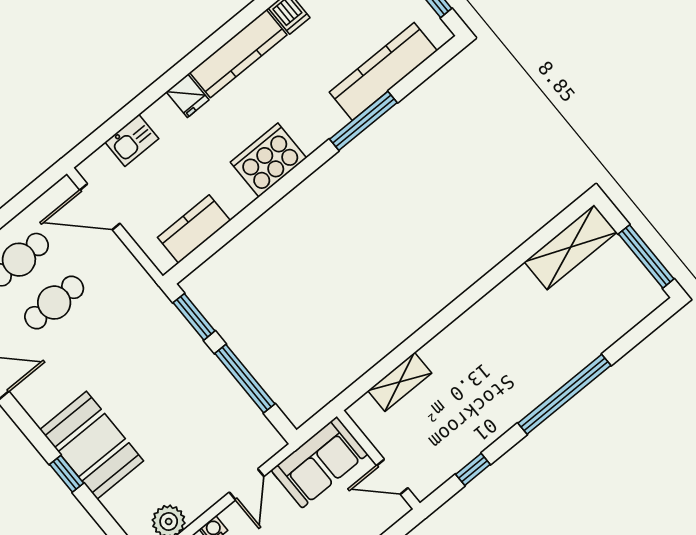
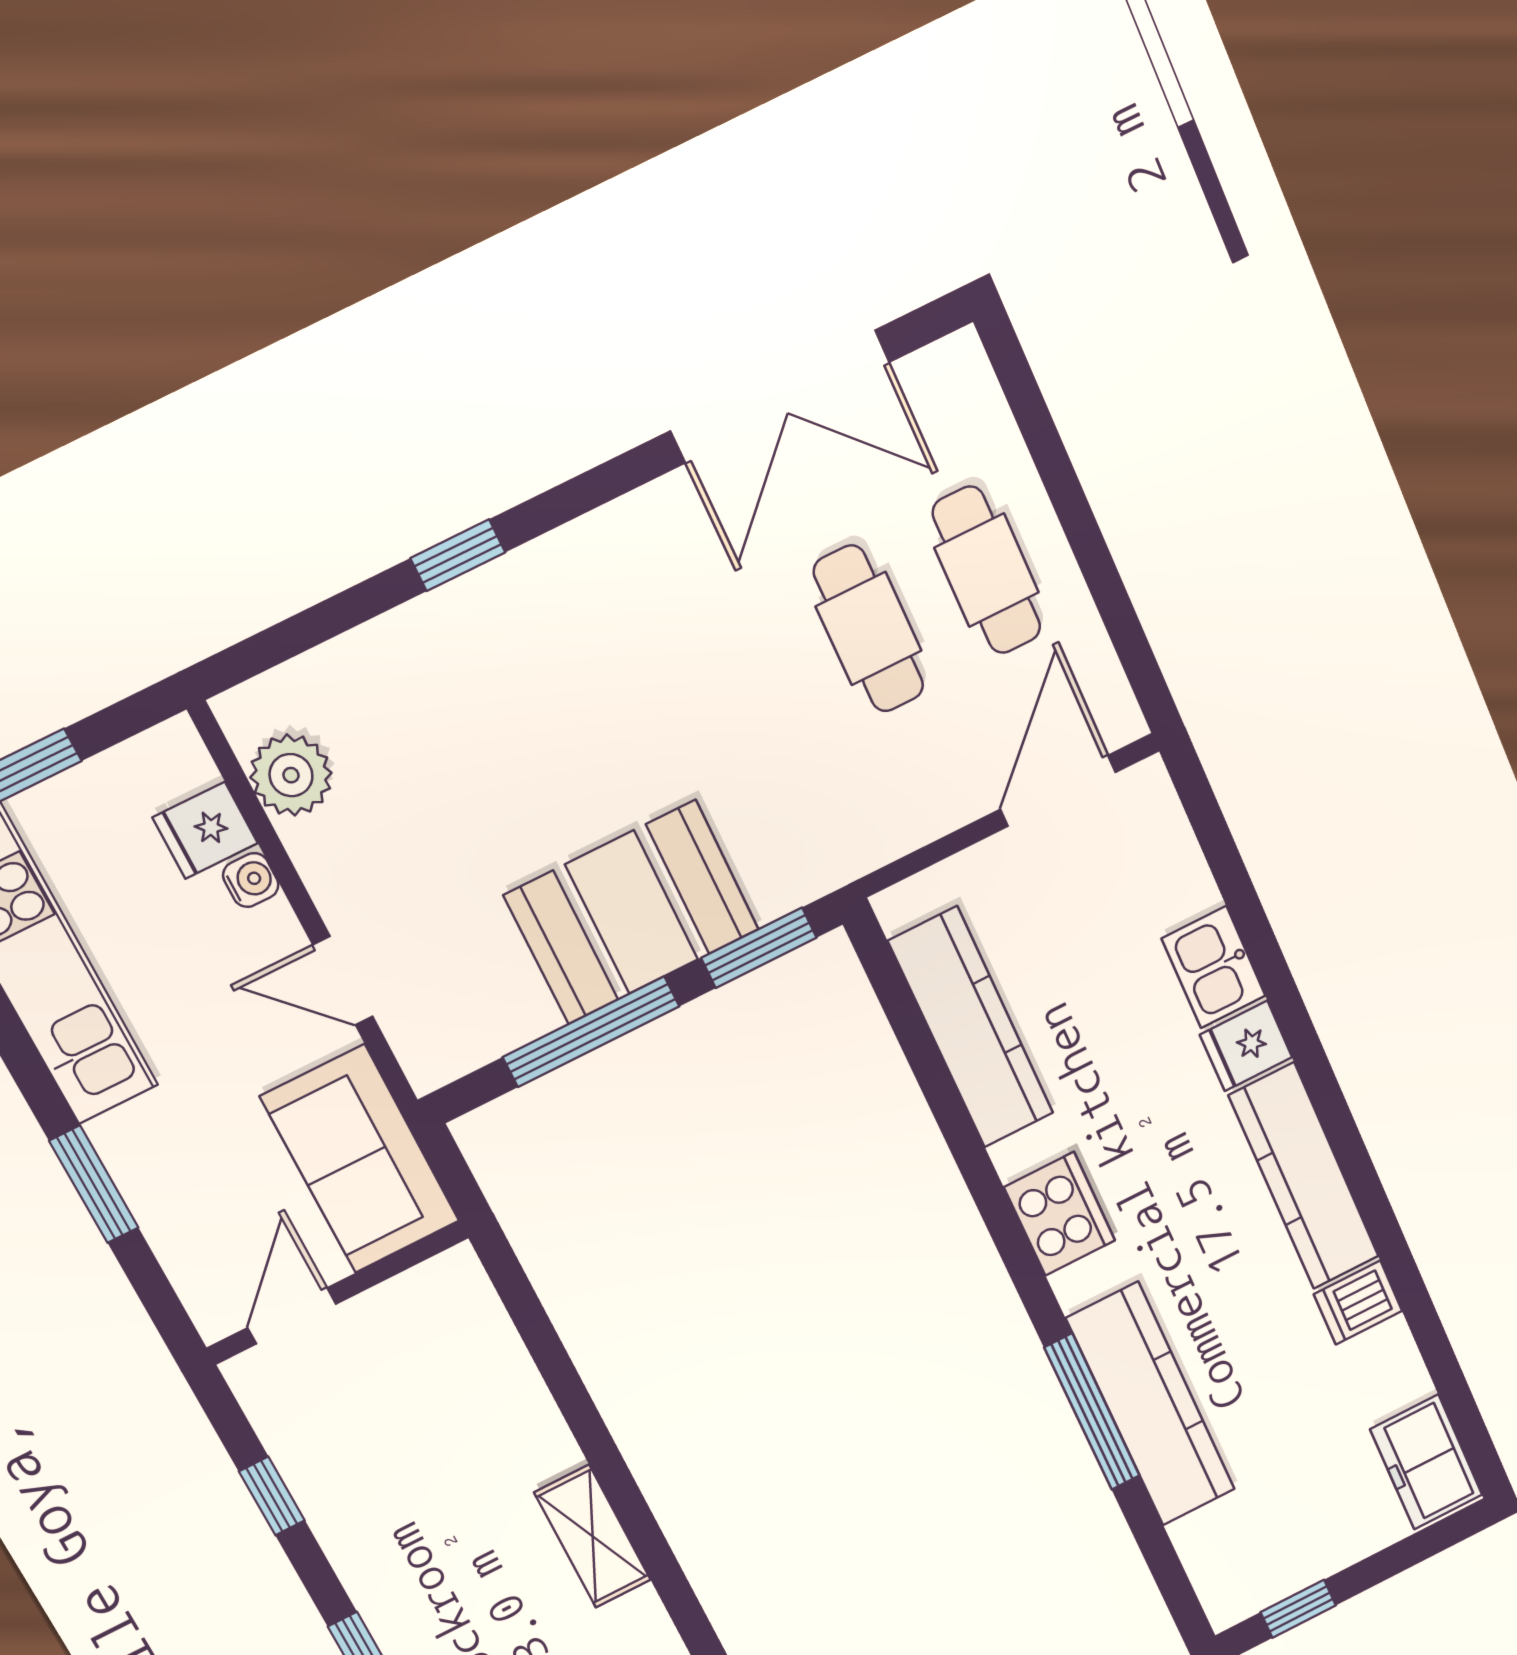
kitchen counter: (383, 71) -> (1151, 1404), moved
kitchen sink: (132, 140) -> (1214, 967), moved
cooker: (268, 160) -> (1060, 1214), width x0.73, depth x0.76
kitchen counter: (194, 229) -> (971, 1028), width x1.50
shelving: (400, 382) -> (593, 1536), moved
booth: (92, 445) -> (632, 912), moved

